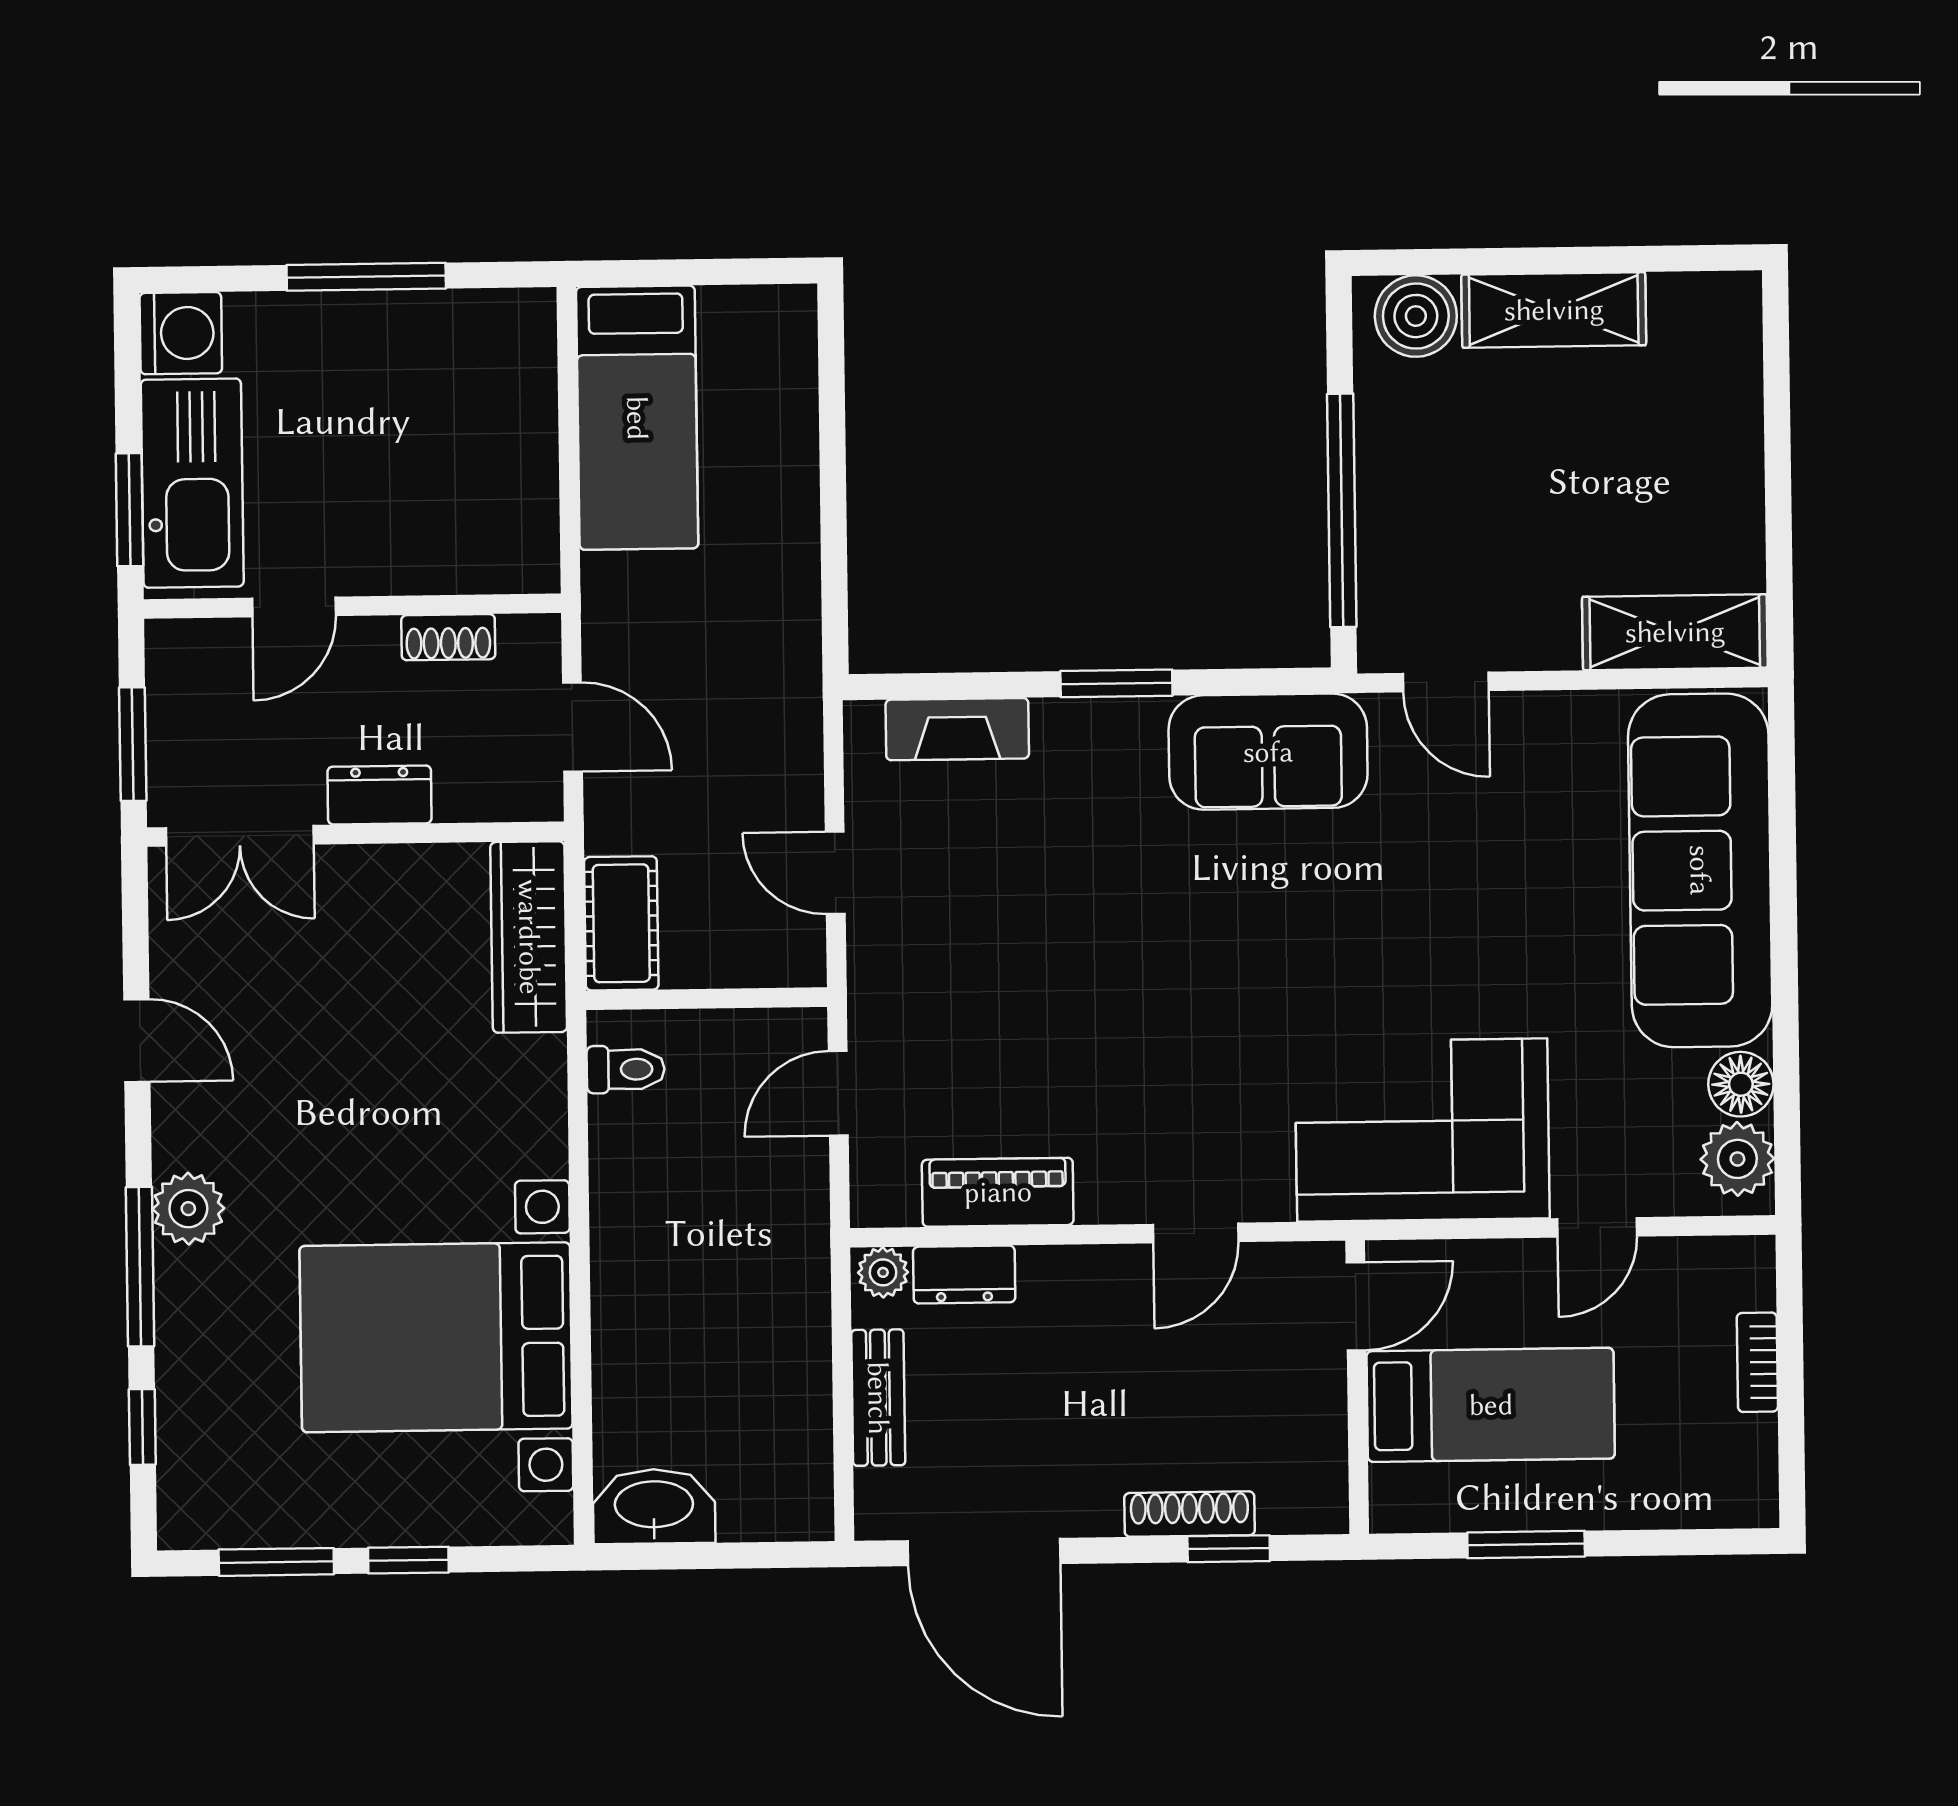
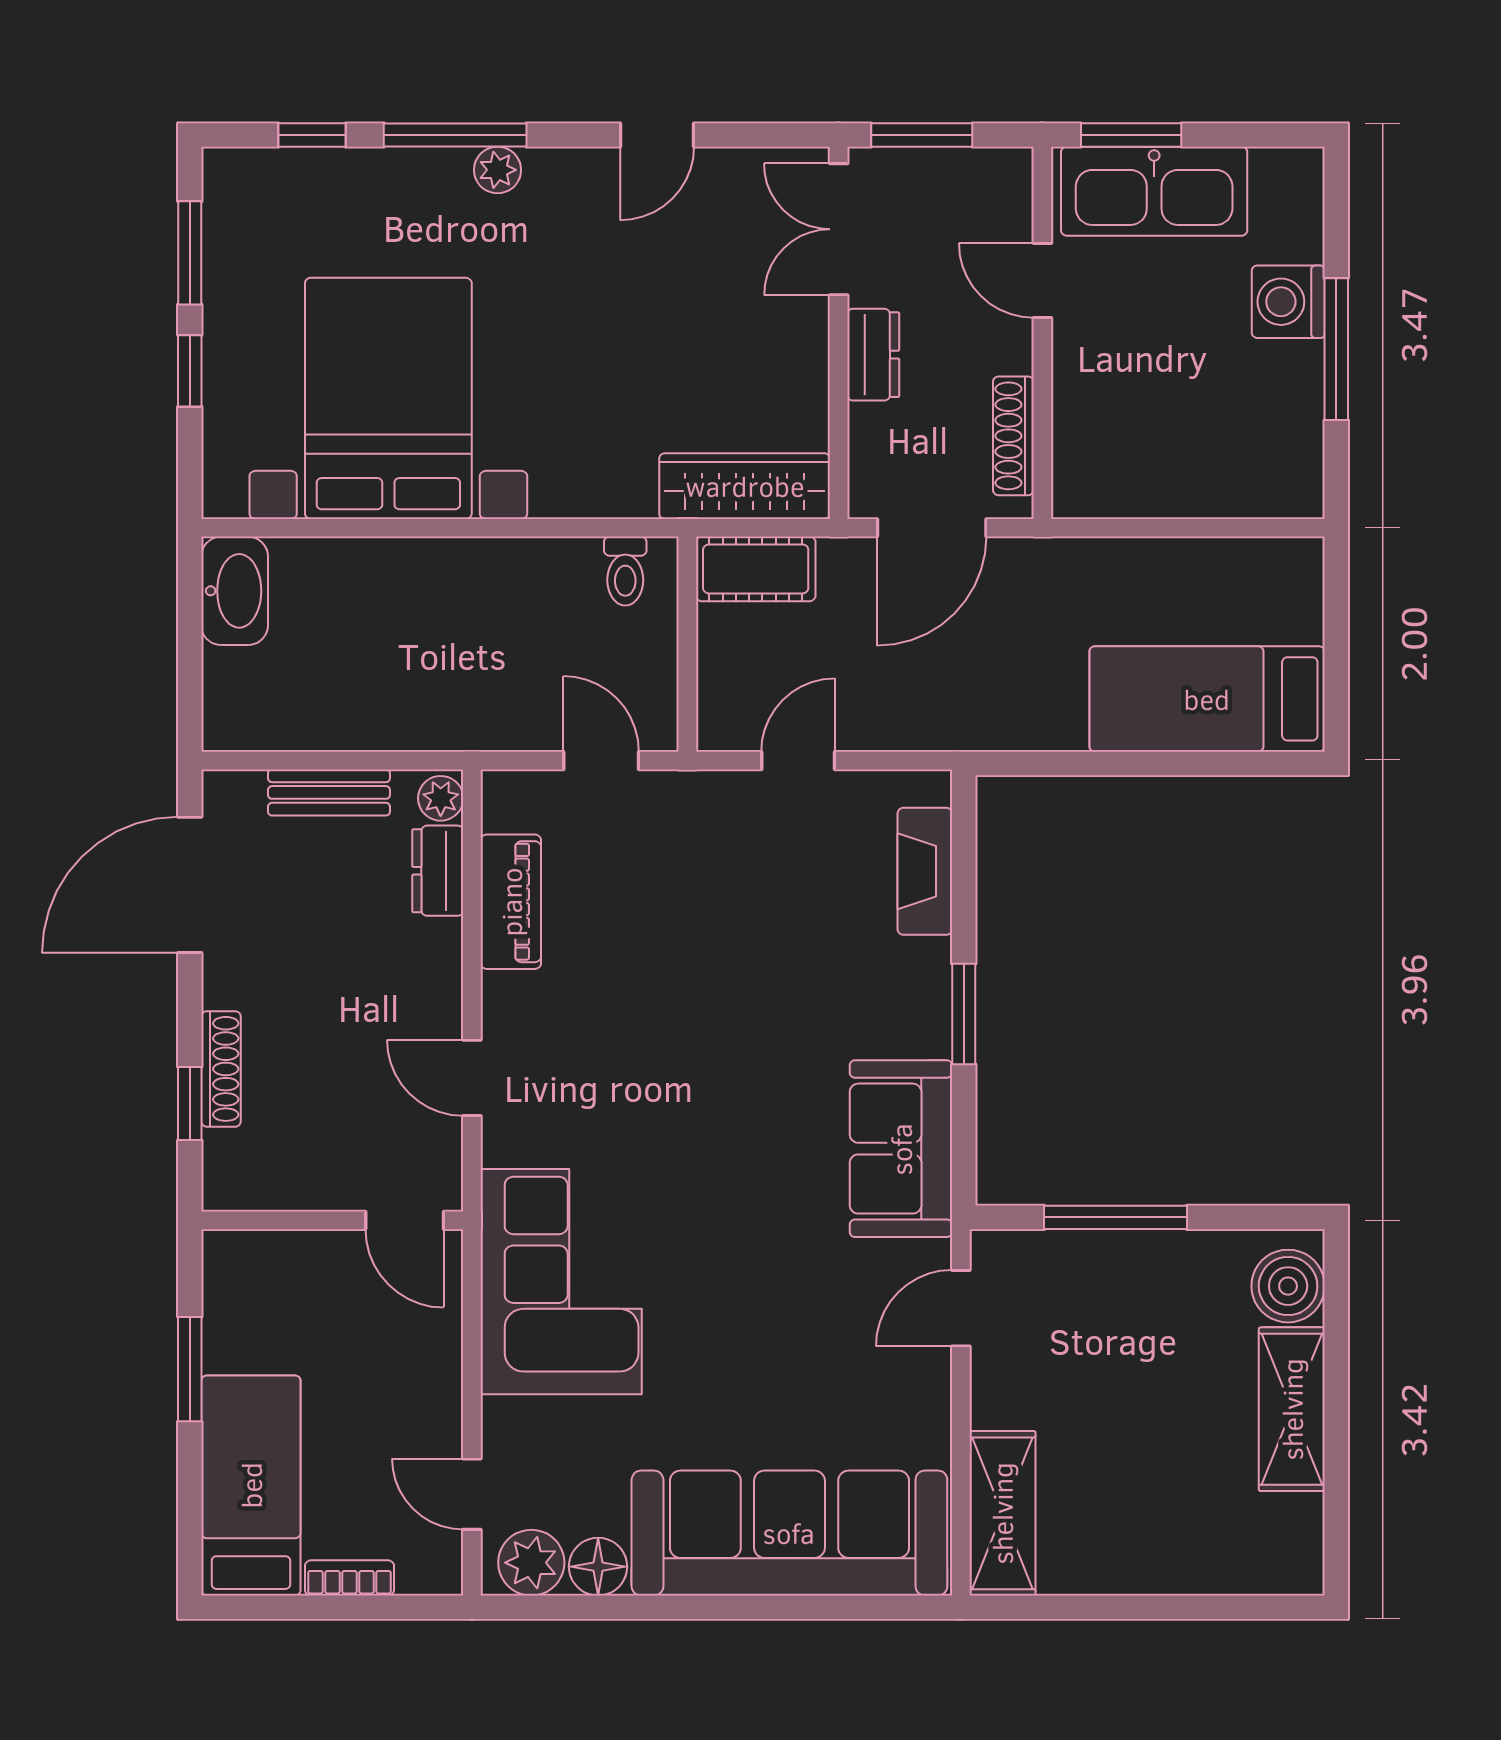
washing machine: (181, 333) -> (1288, 302), moved, turned 90
bed: (637, 418) -> (1207, 699), moved
window: (1342, 510) -> (1115, 1217), width x0.68
shoe rack: (448, 637) -> (1013, 436), width x1.43
door: (572, 727) -> (932, 528), width x1.38
plant: (188, 1209) -> (497, 170), width x0.73, depth x0.73
door: (1597, 1227) -> (472, 1494), moved
bed: (1491, 1405) -> (251, 1485), moved, turned 180

